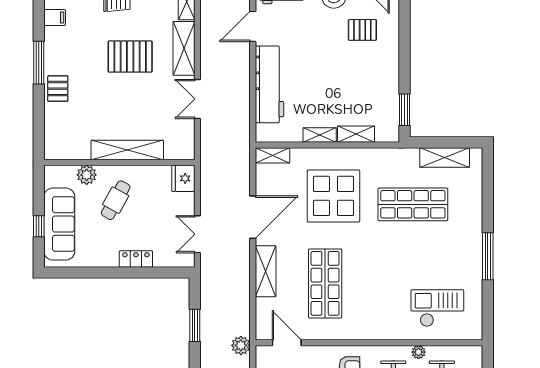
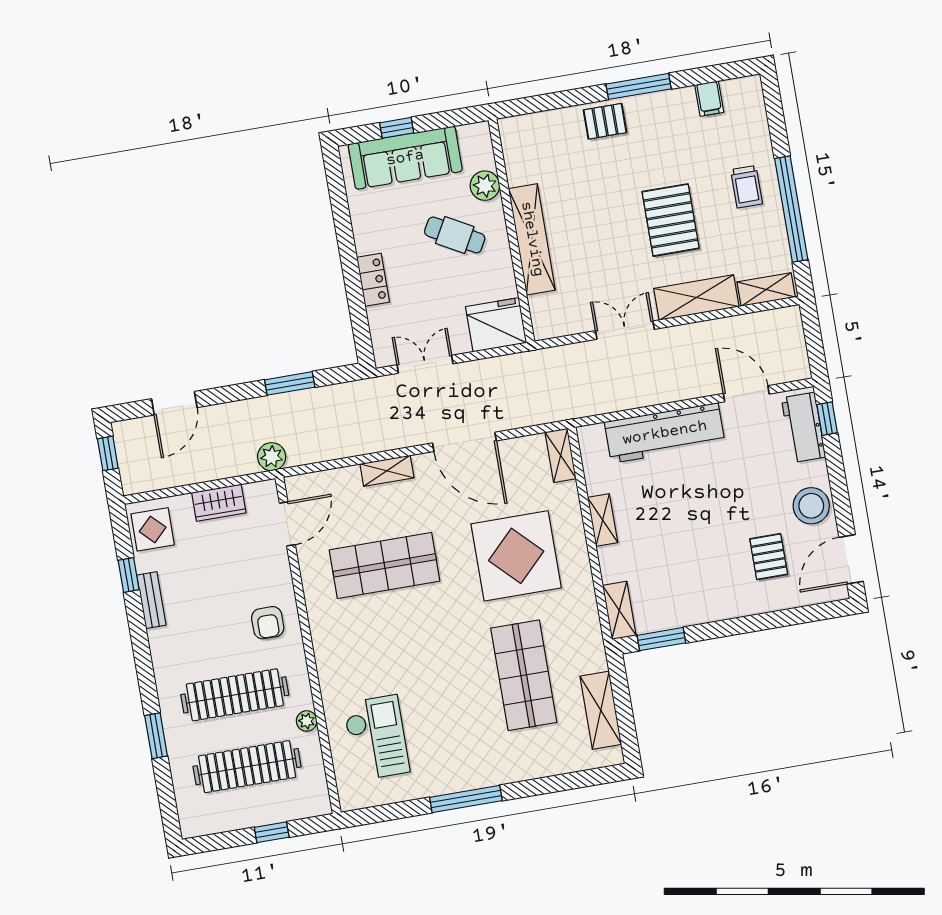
shelving: (356, 134) -> (619, 610), moved
fridge: (183, 178) -> (496, 325), width x1.36, depth x1.34
shelving: (266, 271) -> (387, 471), width x0.67, depth x0.75

